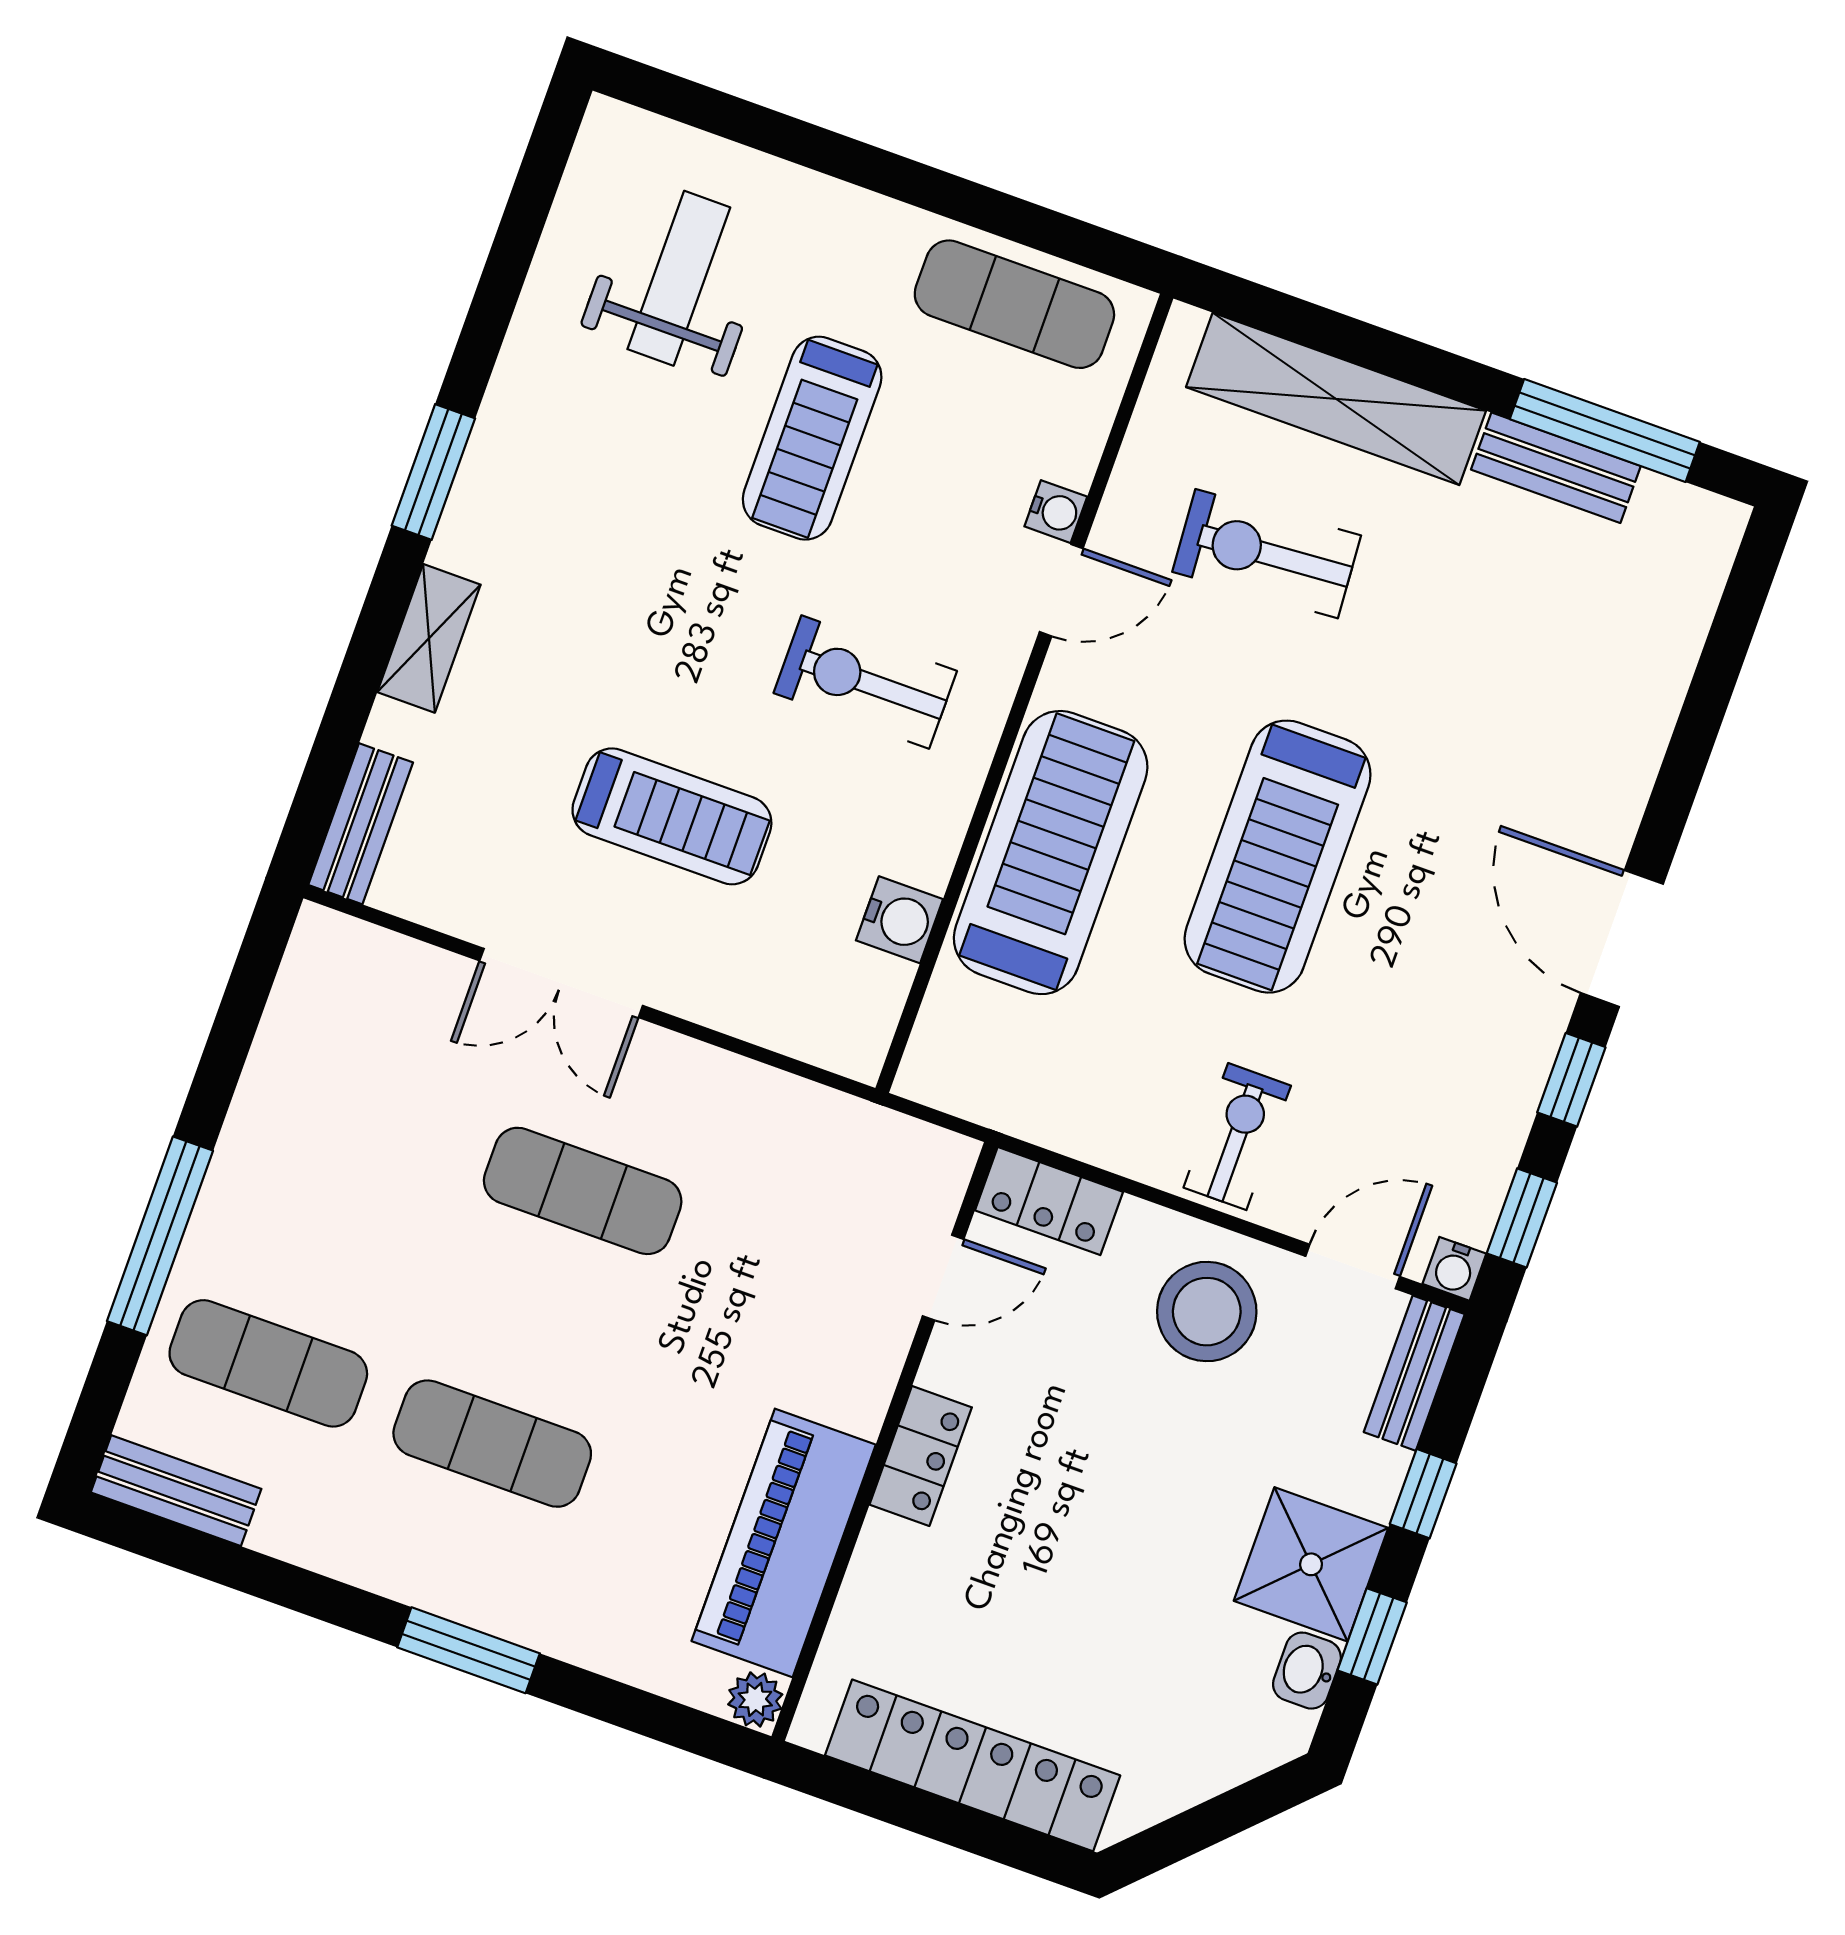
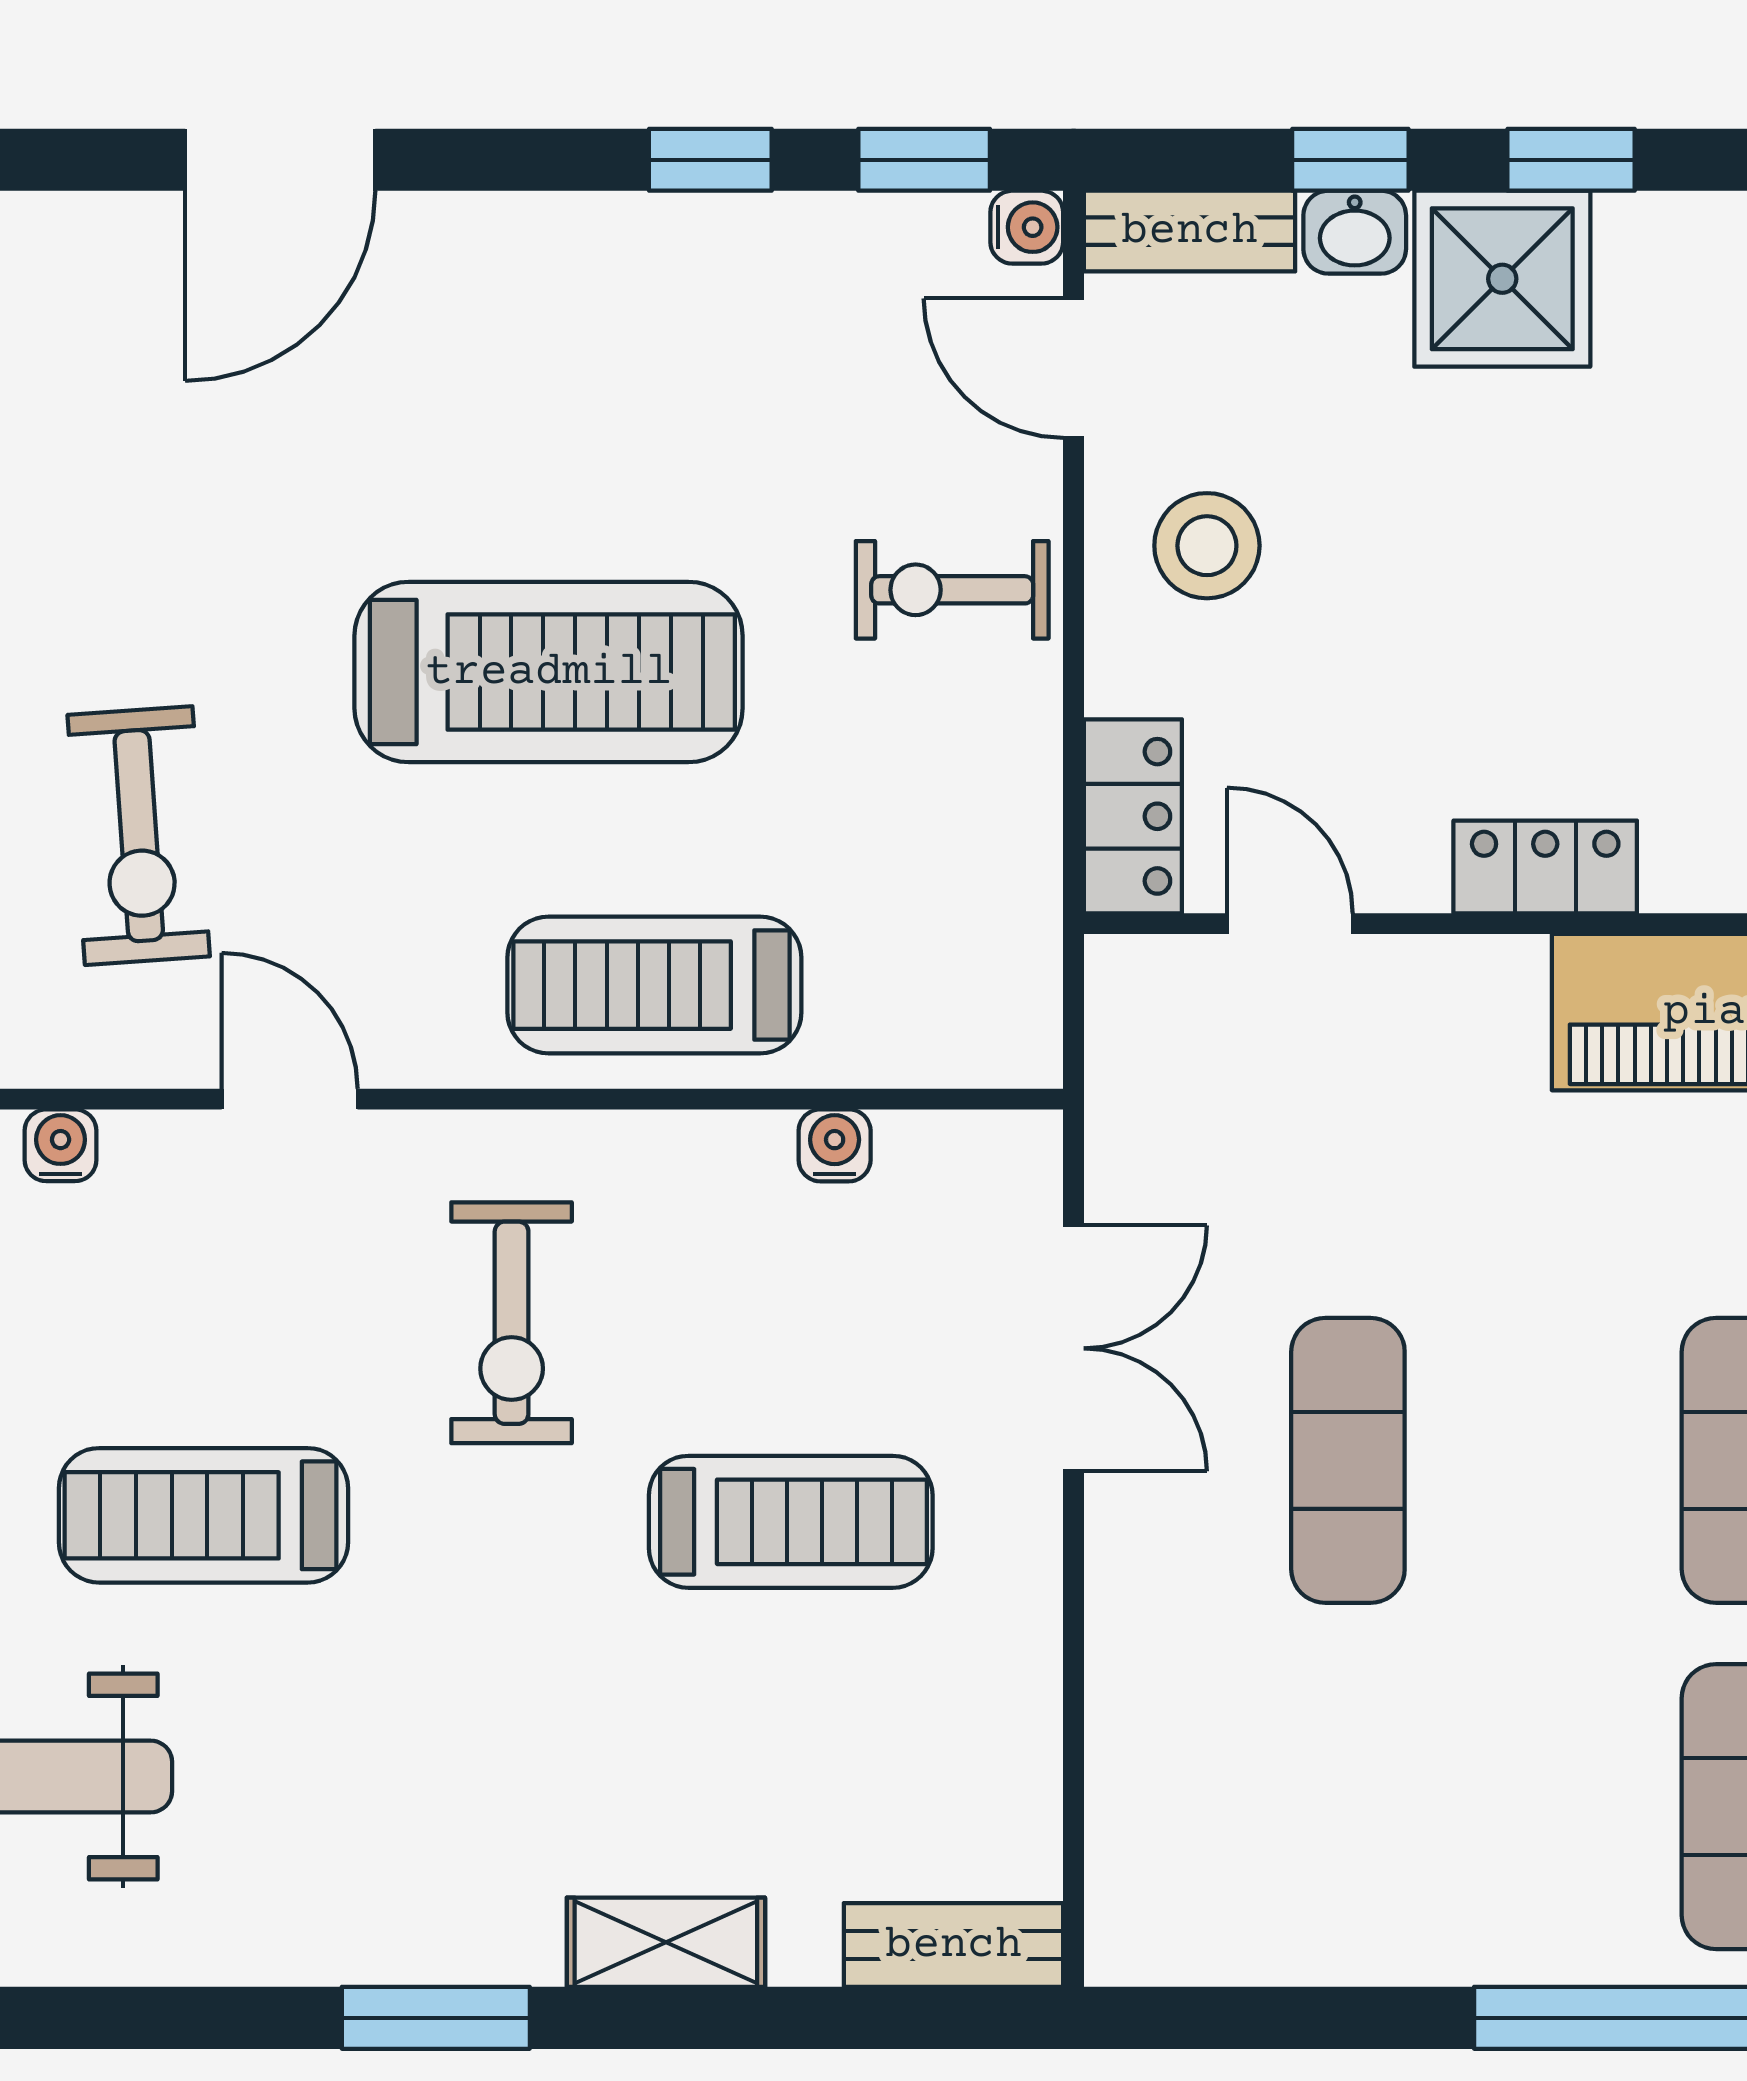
treadmill: (812, 438) -> (203, 1515), turned 180
water cooler: (1056, 512) -> (61, 1145), moved
treadmill: (672, 816) -> (791, 1522), turned 90
treadmill: (1051, 853) -> (654, 985), width x0.73, depth x0.73
water cooler: (899, 920) -> (835, 1145), width x0.72, depth x0.72
door: (1622, 938) -> (280, 160), moved
double door: (561, 983) -> (1074, 1348), moved
stool: (1207, 1312) -> (1207, 546), width x0.73, depth x0.73
washbasin: (1307, 1671) -> (1355, 232), moved

